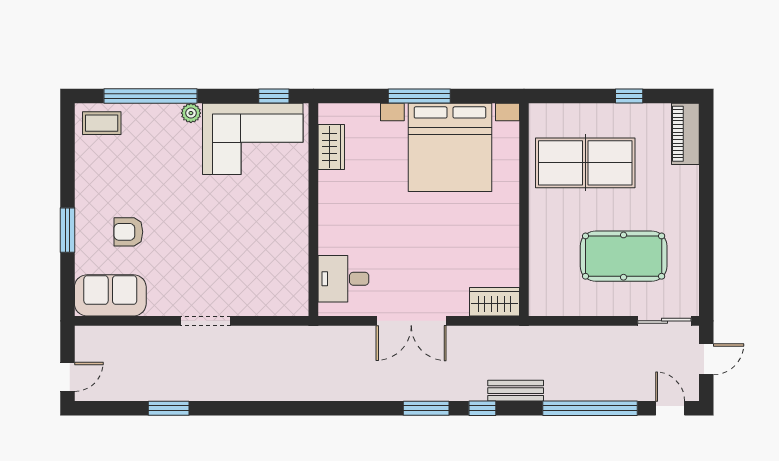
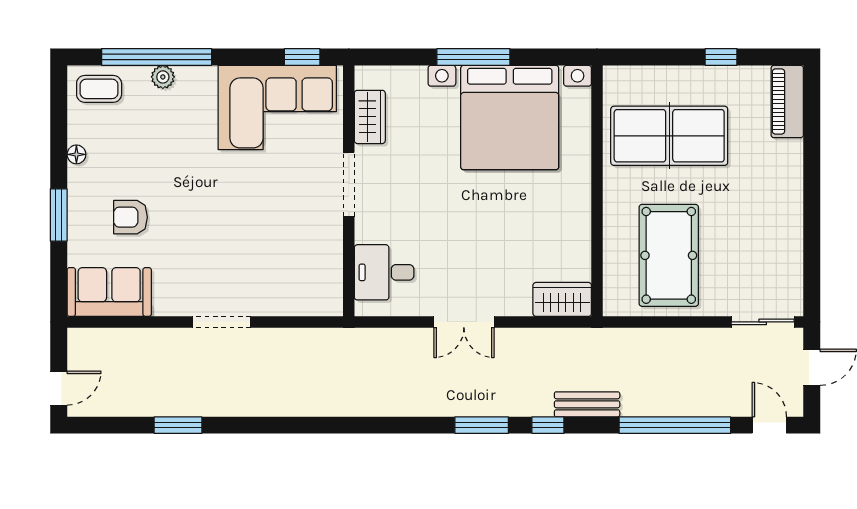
plant: (191, 113) -> (163, 77), moved
floor lamp: (83, 179) -> (76, 154), added
doorway: (313, 204) -> (349, 184), added
pool table: (624, 256) -> (669, 255), moved, turned 90
double door: (411, 321) -> (464, 322), width x0.73

